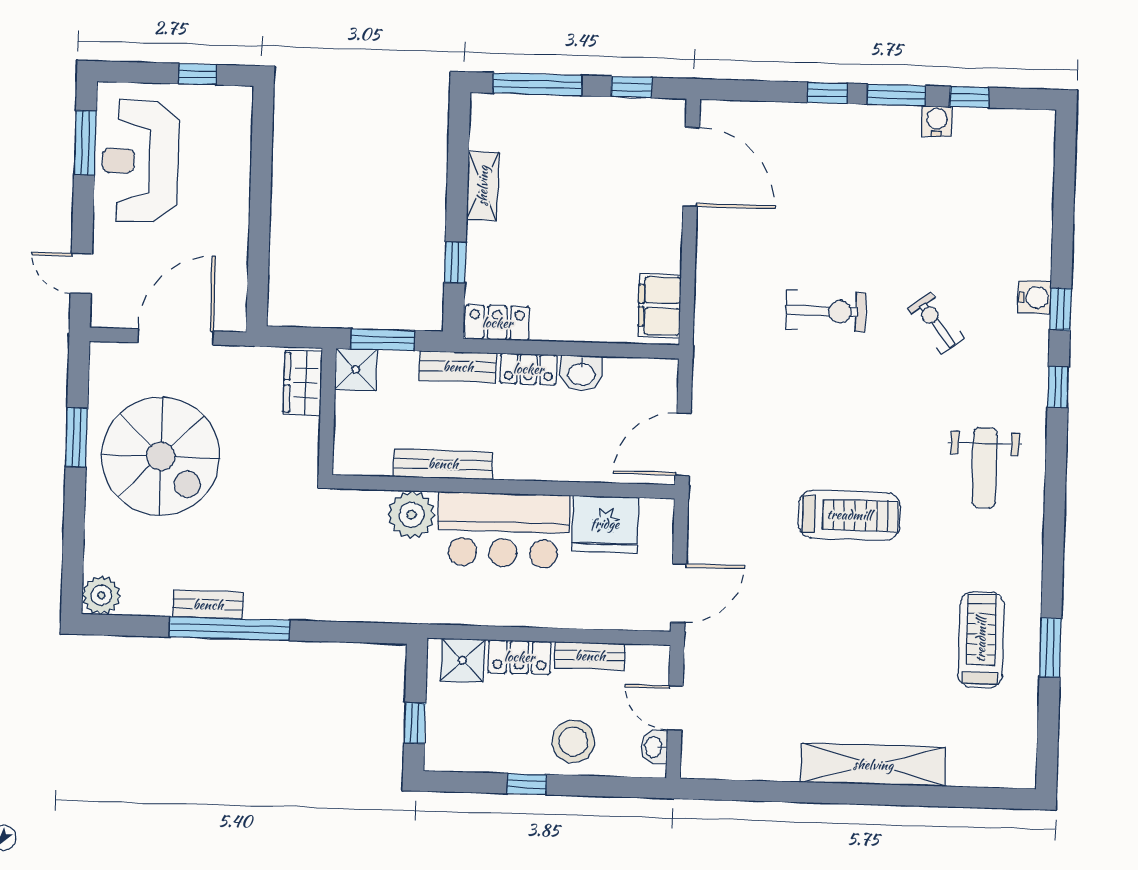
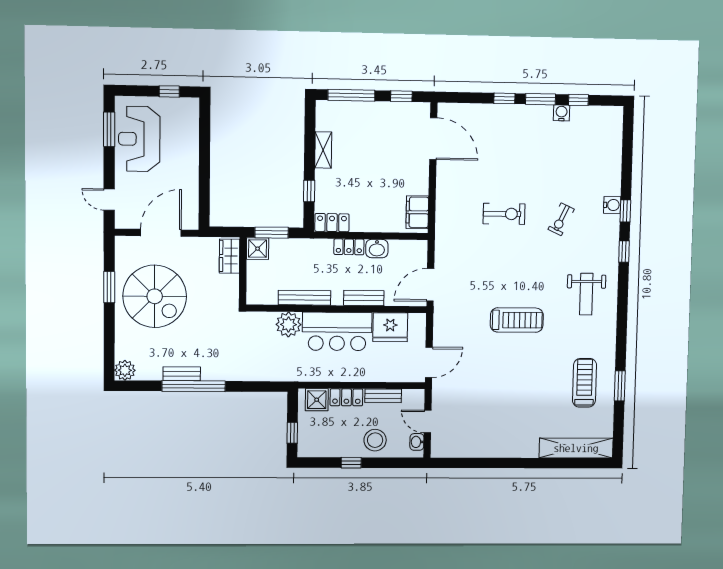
exercise bike: (936, 323) -> (561, 219), turned -117
bench: (458, 367) -> (364, 298), moved
shelving: (873, 765) -> (576, 448), moved

